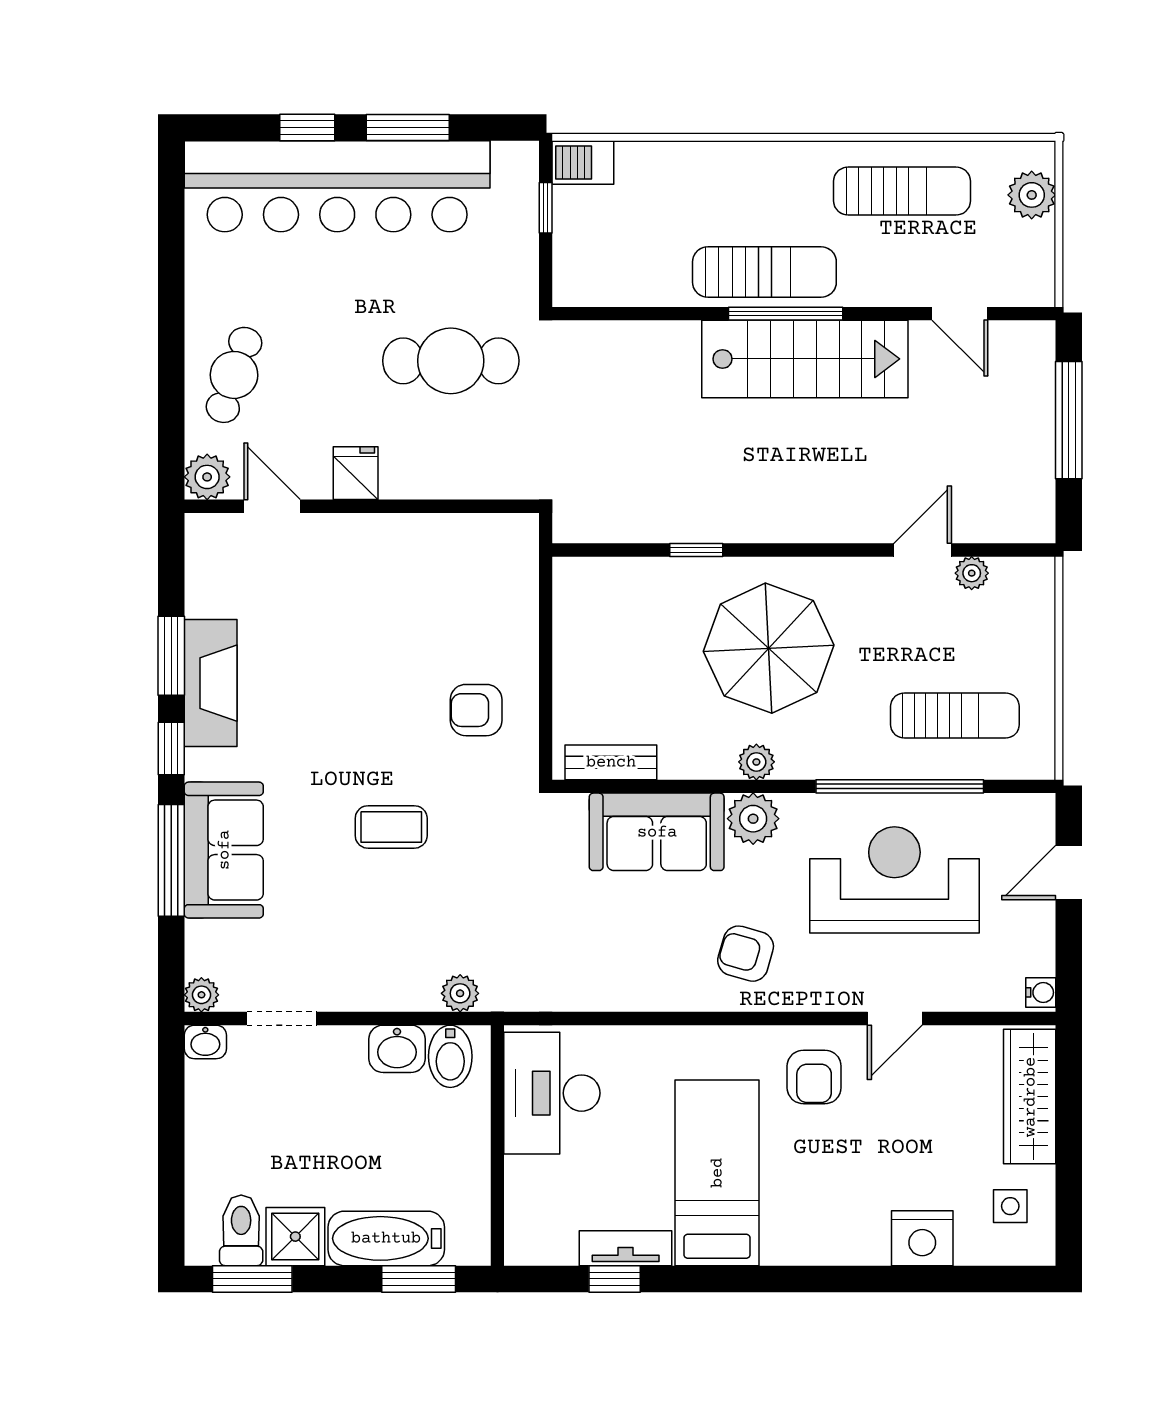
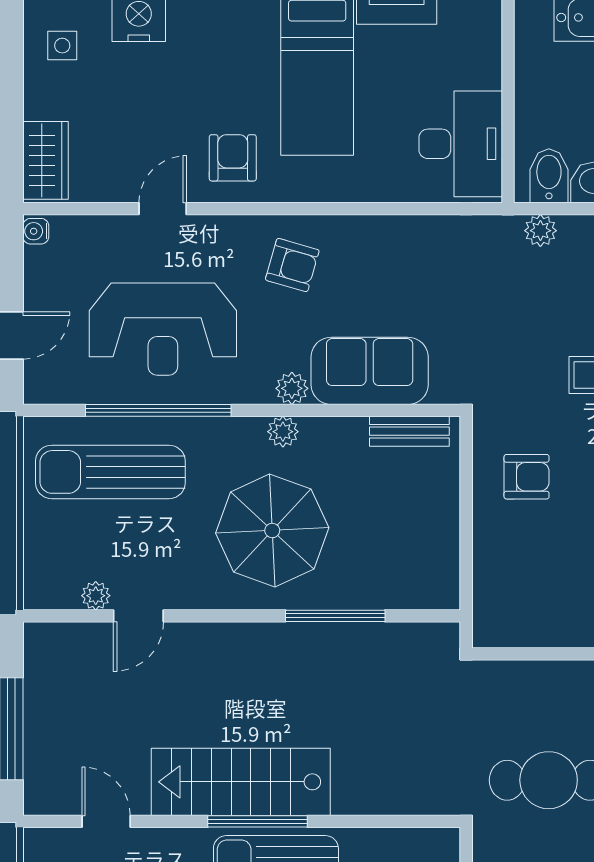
window: (696, 550) -> (335, 616), width x2.17
sun lounger: (955, 716) -> (110, 472), width x1.36, depth x1.34
plant: (753, 819) -> (292, 388), width x0.73, depth x0.73
wardrobe: (1030, 1097) -> (45, 160), width x0.67

